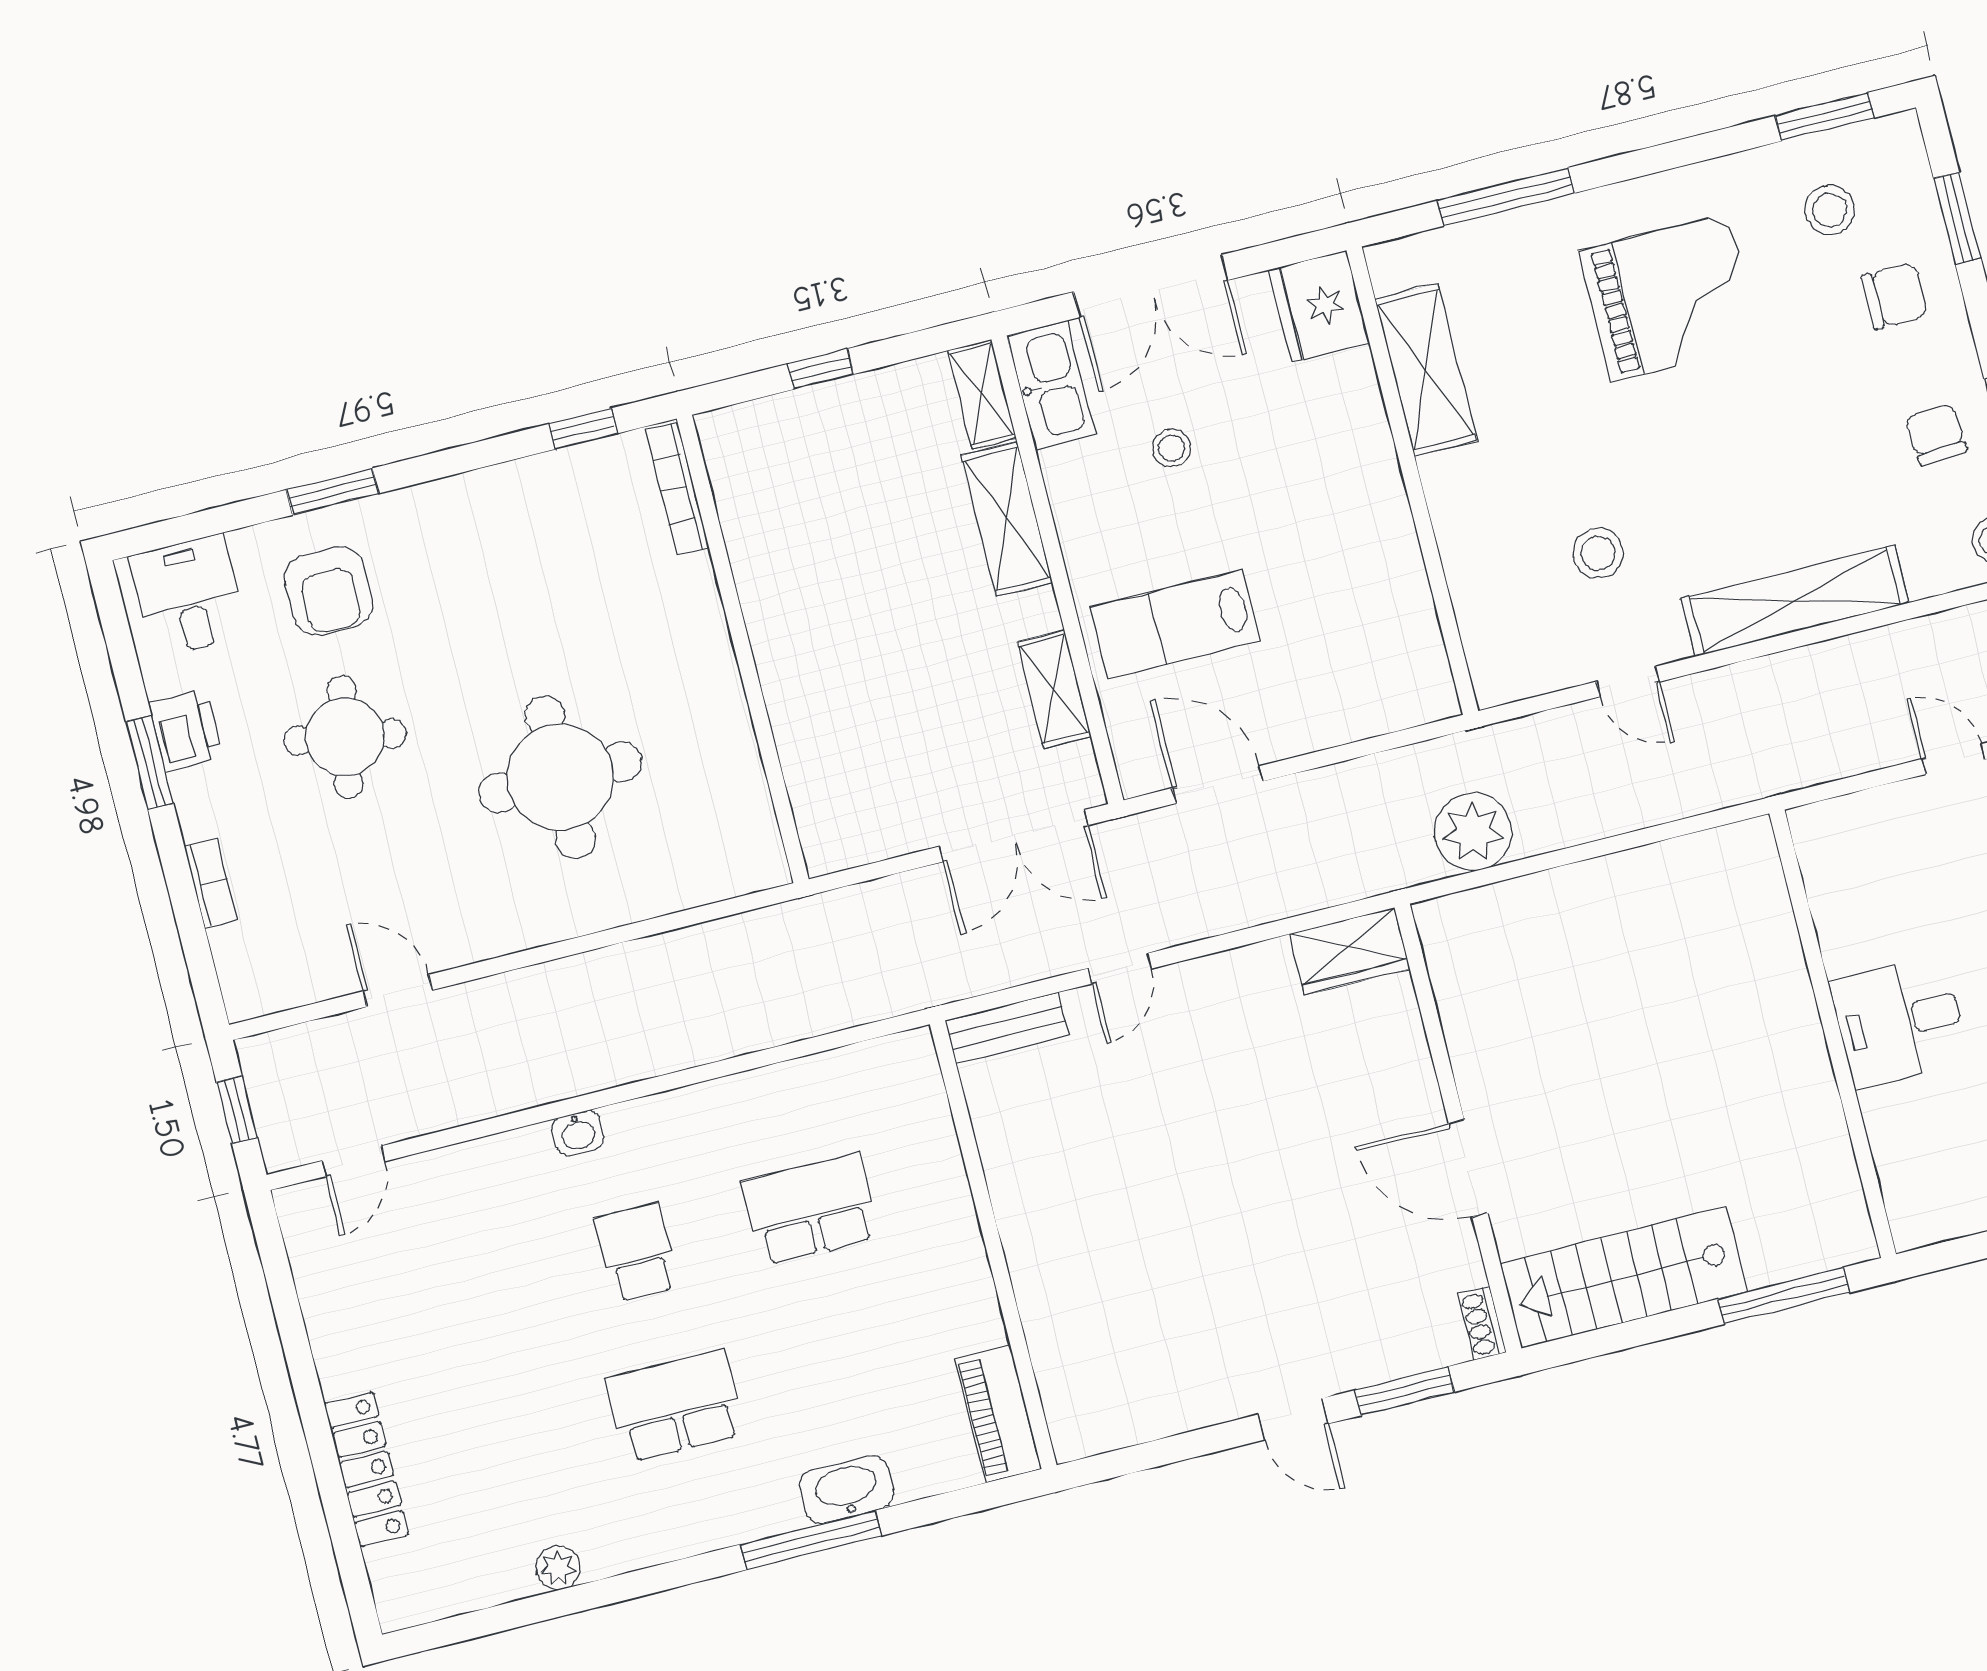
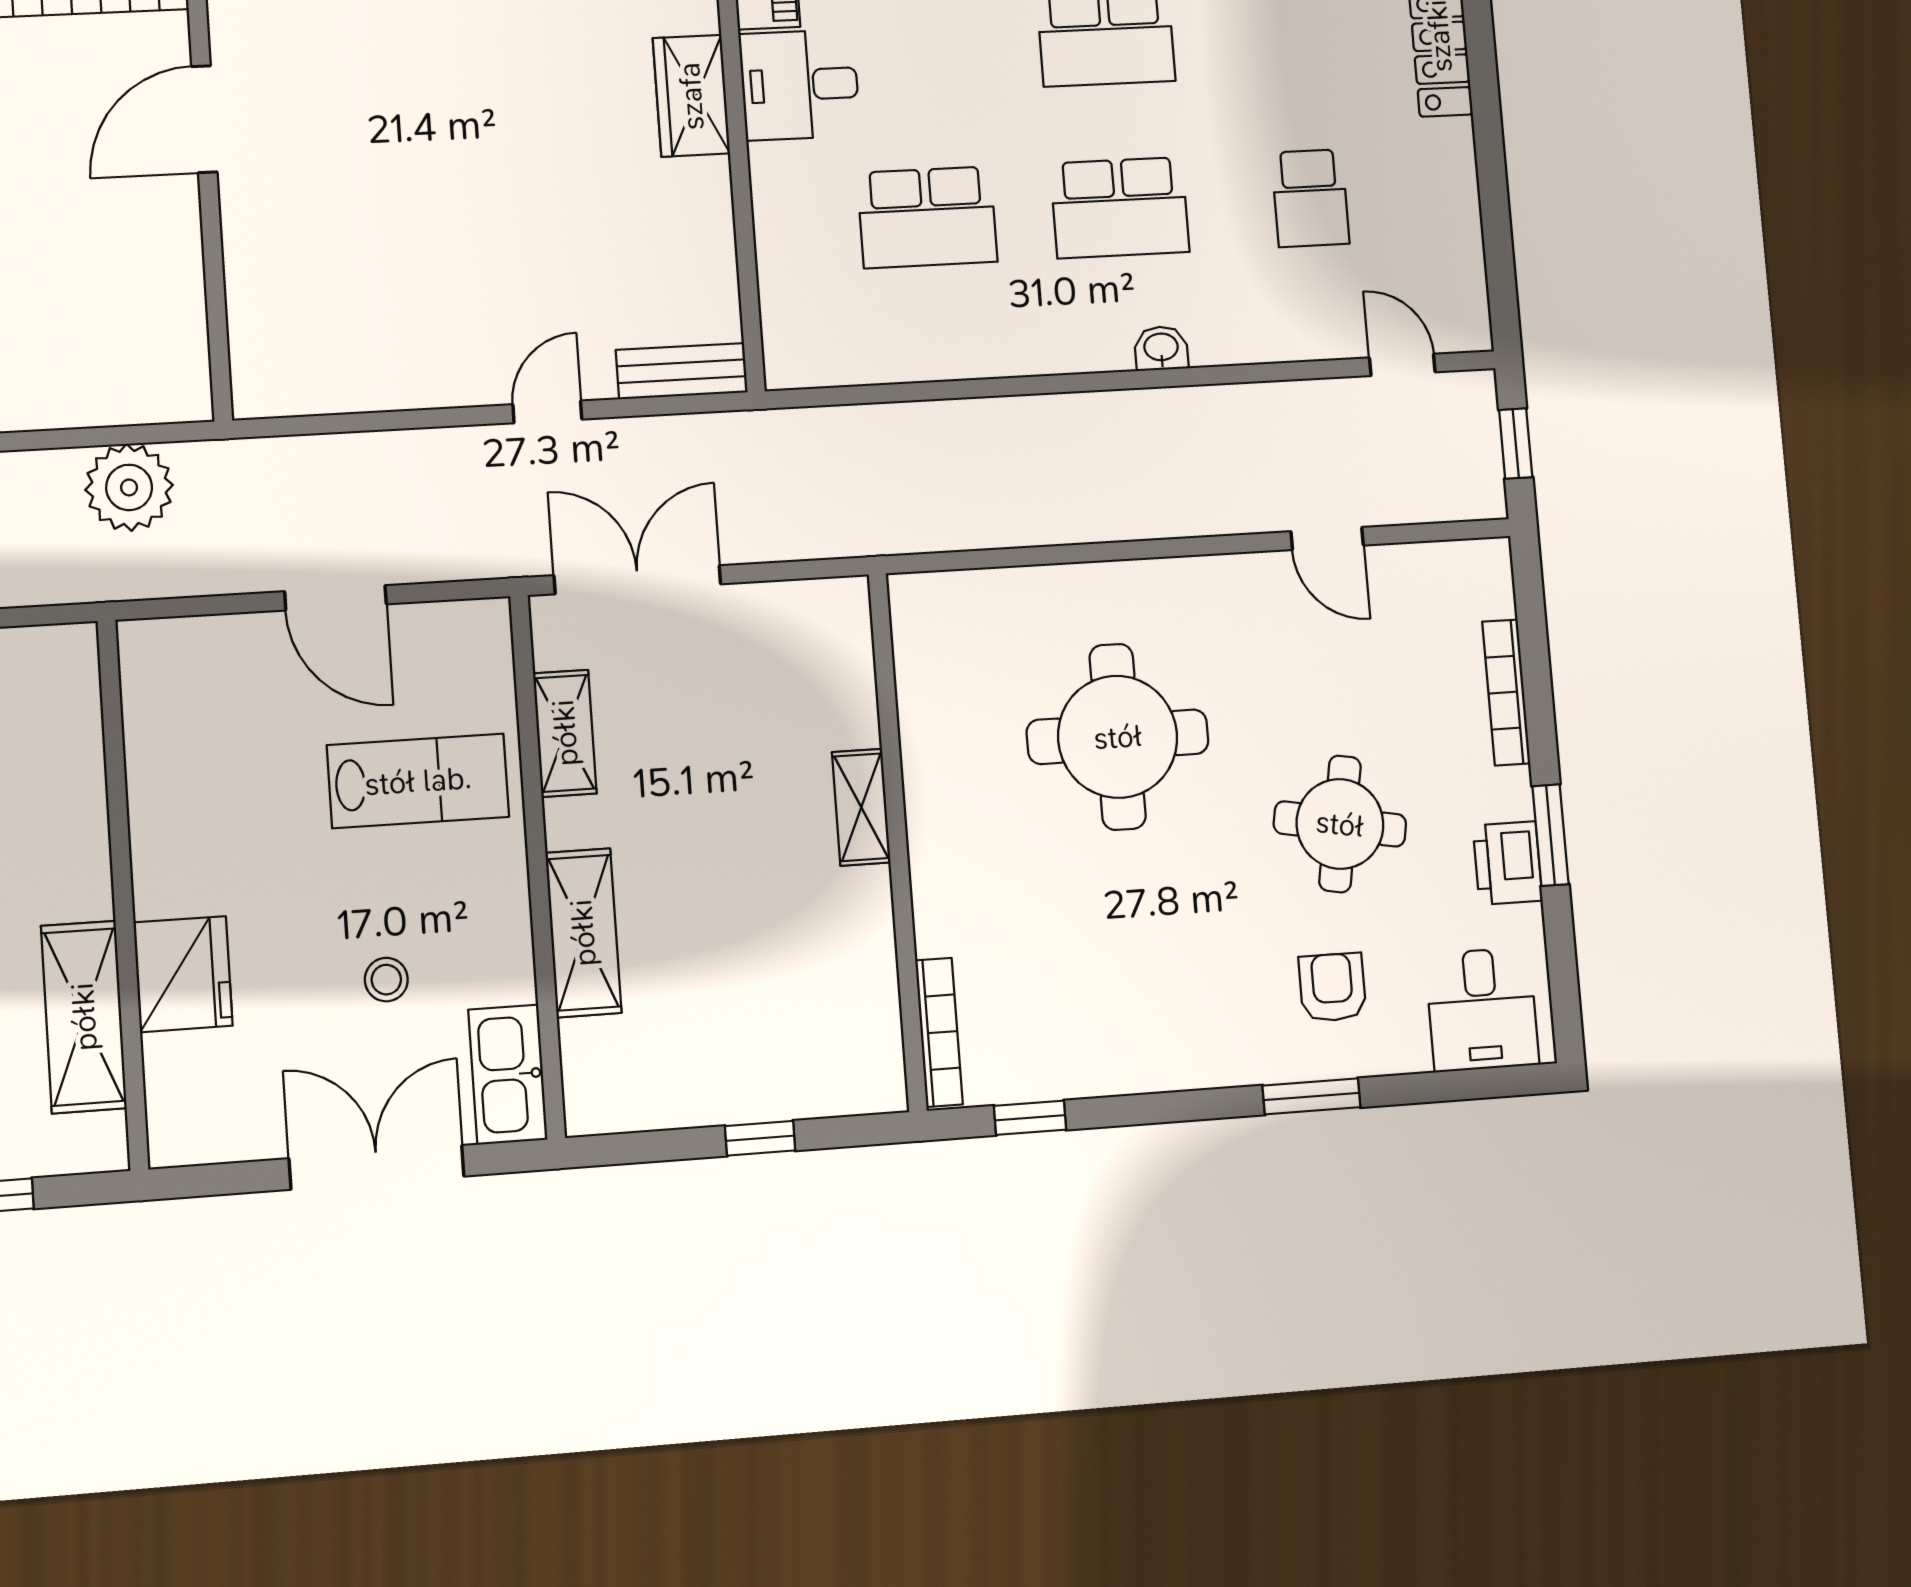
fridge: (1319, 306) -> (183, 974), moved
shelving: (982, 394) -> (861, 807), moved
armchair: (329, 591) -> (1332, 987), width x0.72, depth x0.72
door: (1218, 785) -> (335, 598), moved
bookcase: (211, 883) -> (1506, 692), width x1.56
wardrobe: (1350, 951) -> (691, 96), moved, turned -90
door: (354, 1161) -> (1402, 365), hinge flipped
door: (1468, 1168) -> (204, 119), swing flipped
school desk: (637, 1253) -> (1120, 208), width x1.85
school desk: (463, 1296) -> (1310, 198), added
desk: (946, 1306) -> (800, 85), added

